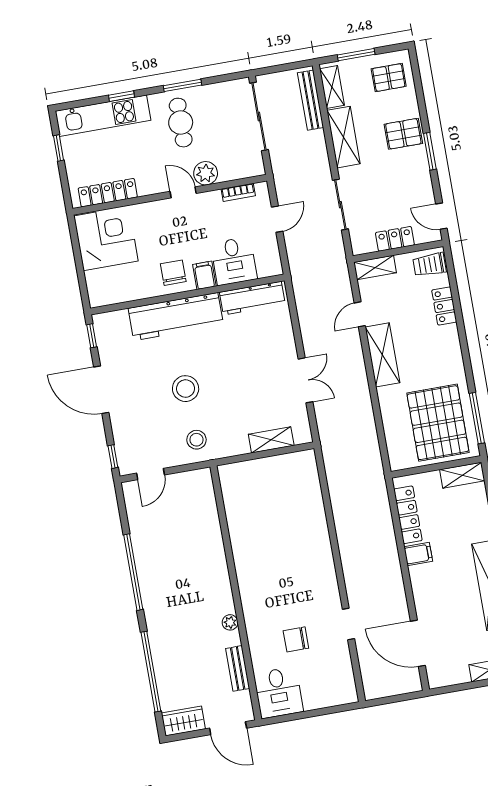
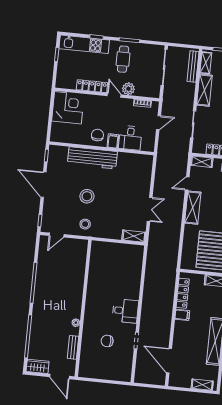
locker: (108, 193) -> (92, 86), moved
workbench: (252, 298) -> (134, 160), removed
shelving: (271, 440) -> (134, 236), moved
desk: (278, 693) -> (125, 311), moved, turned -90

